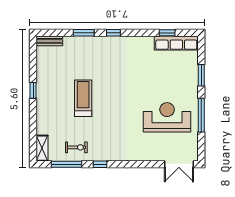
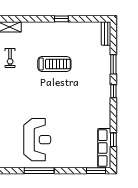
window: (201, 75) -> (96, 171), moved

